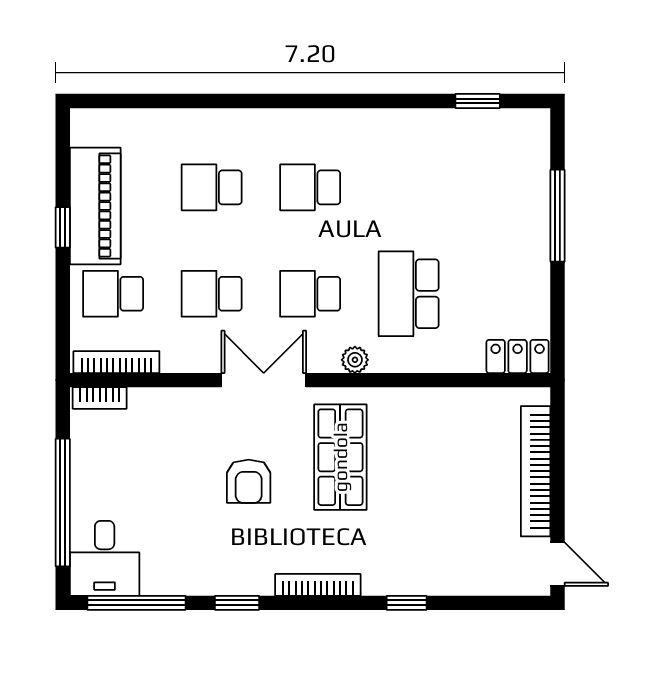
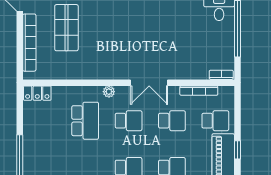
bookcase: (116, 362) -> (199, 91), moved
shop shelf: (340, 457) -> (66, 28), moved
armchair: (249, 481) -> (156, 38), removed

